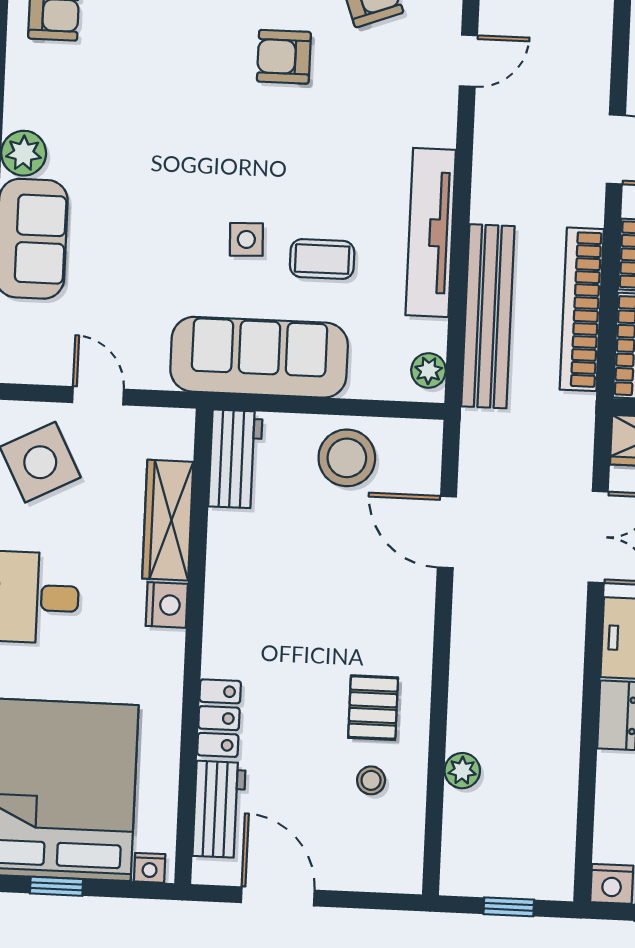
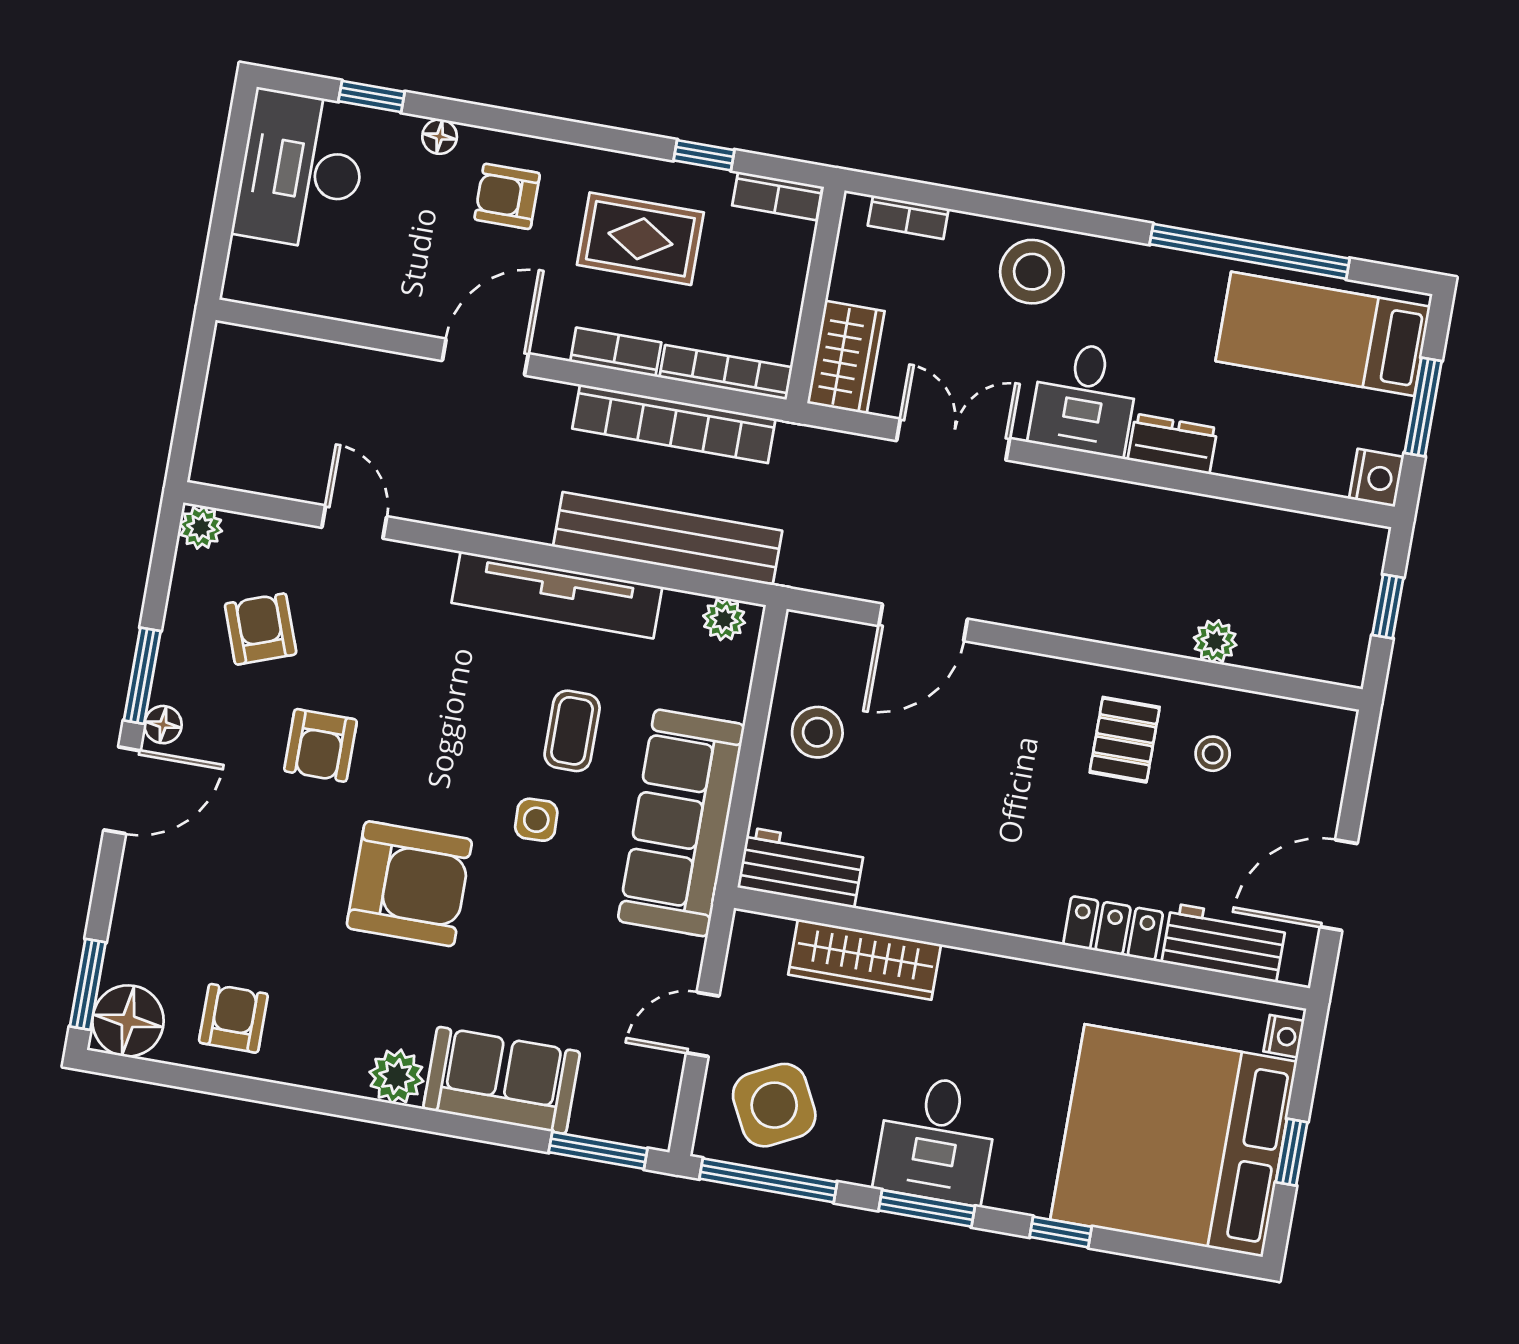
armchair: (181, 143) -> (409, 884), added
stool: (347, 458) -> (817, 732), width x0.73, depth x0.73
nightstand: (167, 605) -> (967, 974), removed
pallet: (373, 708) -> (1125, 740), turned 90

